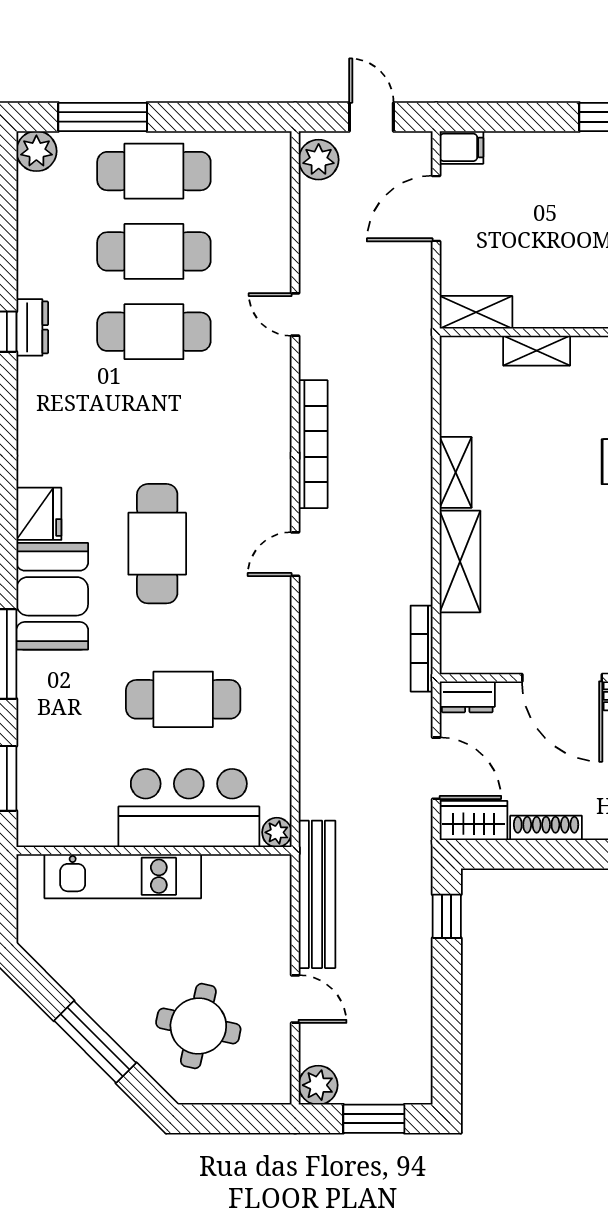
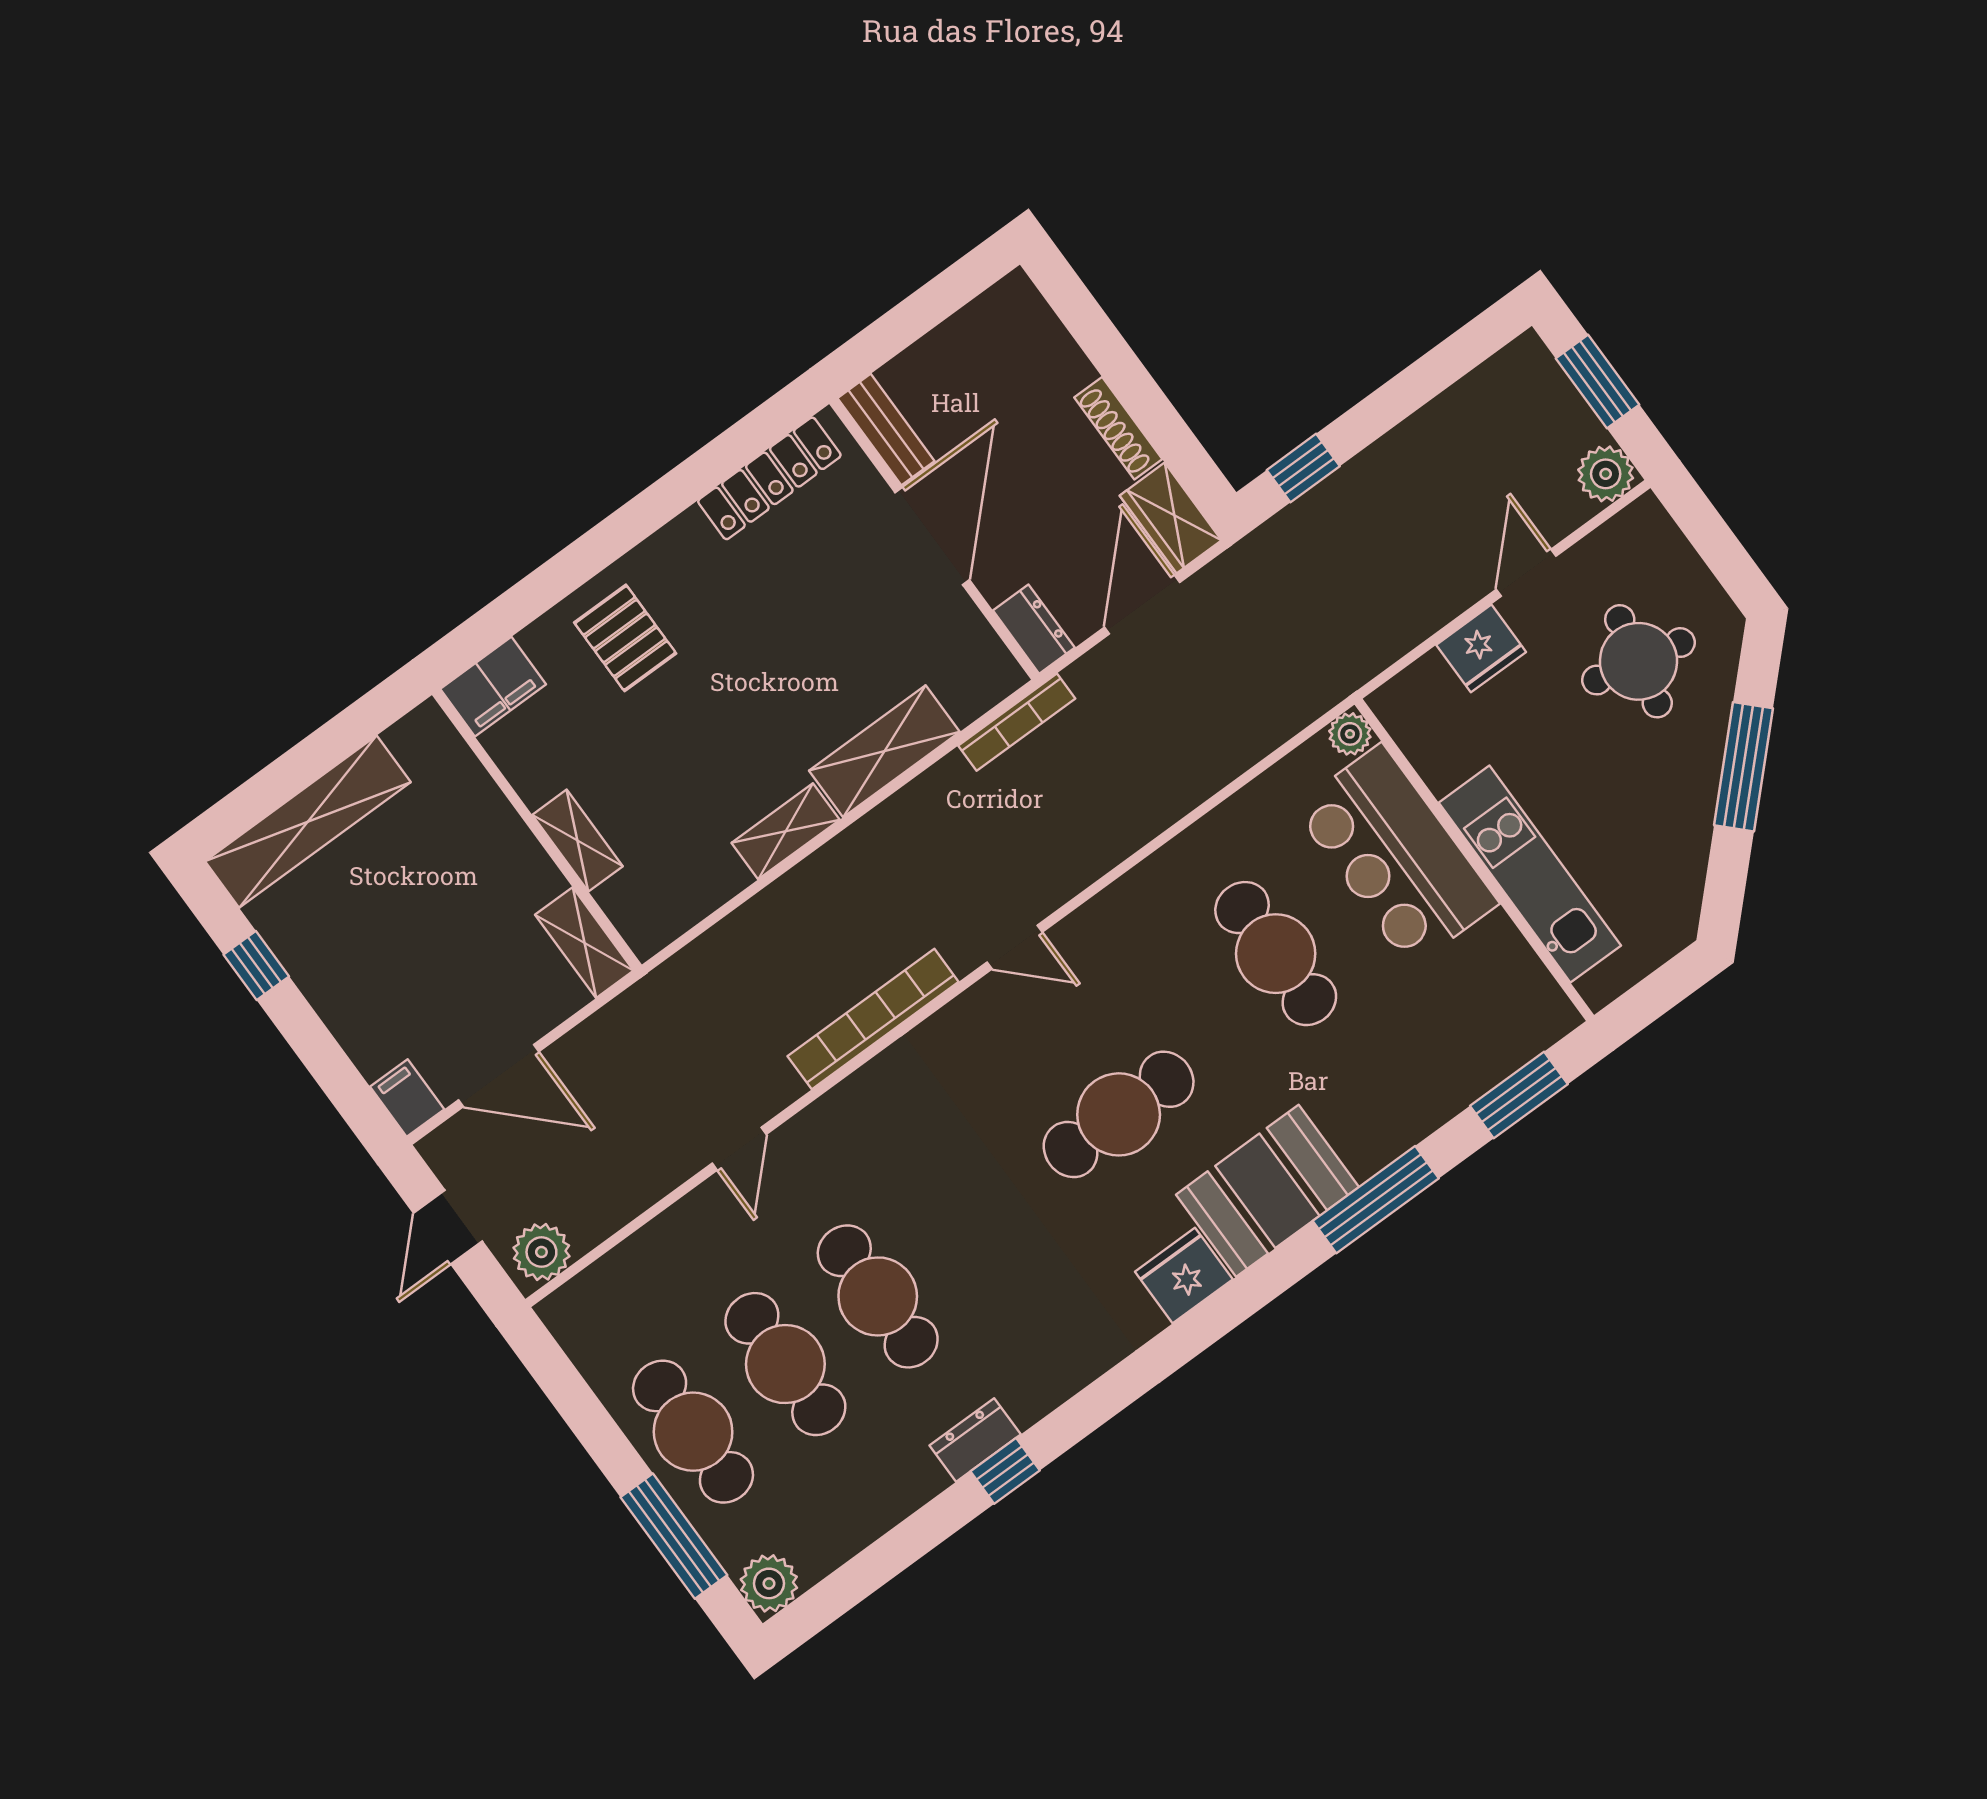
bench: (317, 894) -> (1387, 636), removed
fridge: (271, 942) -> (1481, 648), added

